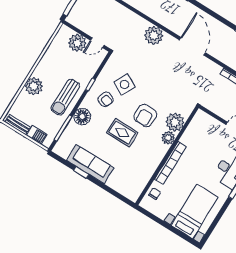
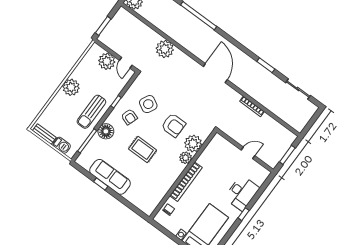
plant: (154, 35) -> (165, 49), moved
door: (97, 43) -> (126, 63), hinge flipped
plant: (34, 86) -> (71, 87), moved
armchair: (145, 115) -> (173, 125), moved, turned -90

